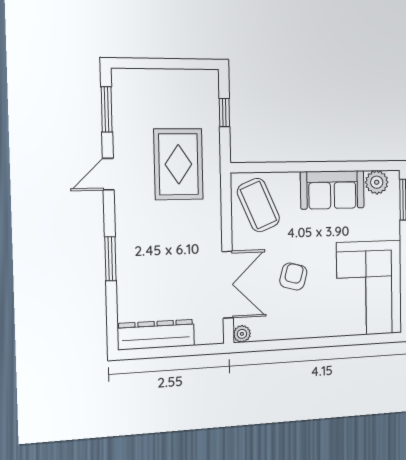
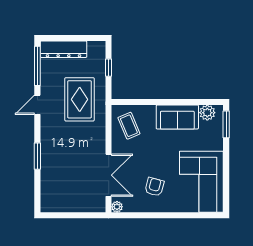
window: (107, 109) -> (37, 66), width x1.44
coffee table: (258, 205) -> (129, 126), width x0.73, depth x0.77
armchair: (293, 277) -> (154, 187), moved
dresser: (156, 335) -> (63, 49), moved, turned 180

